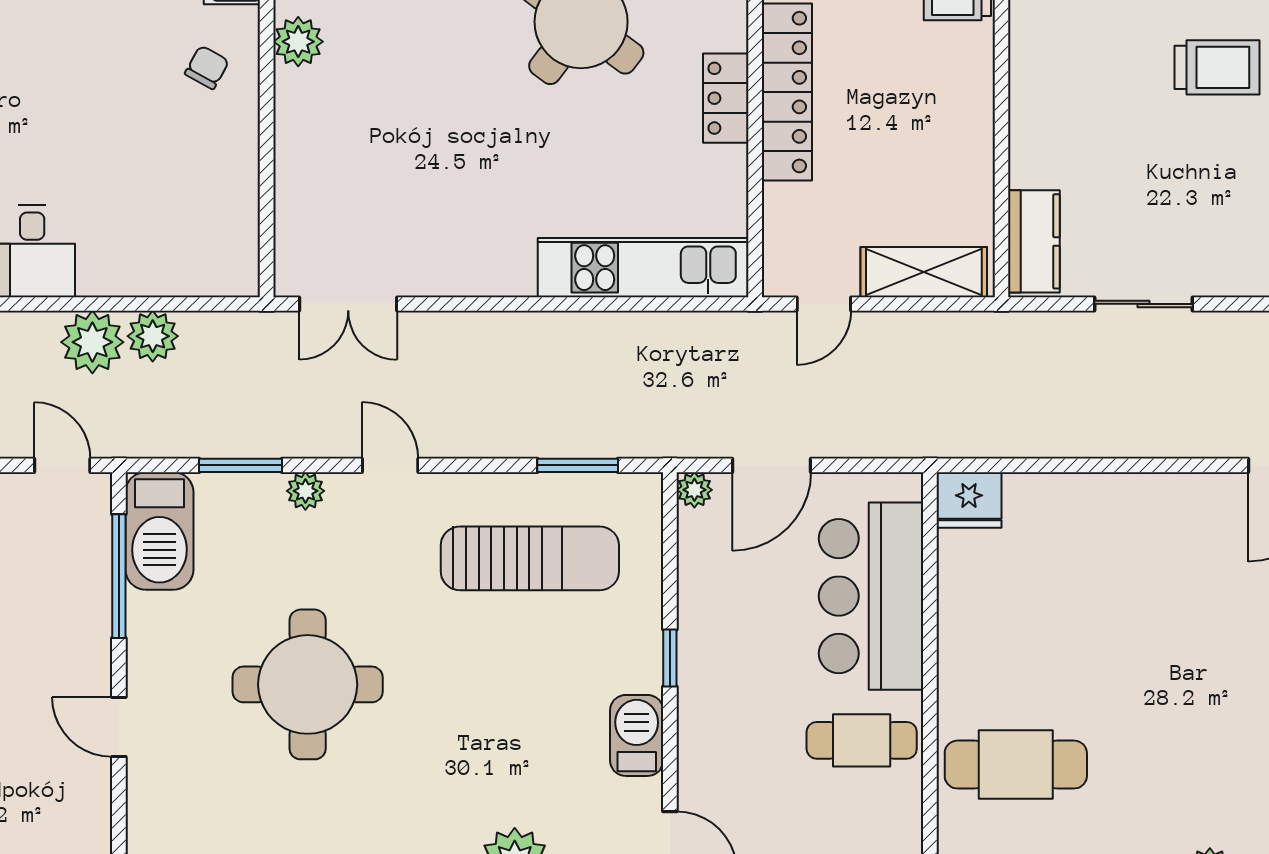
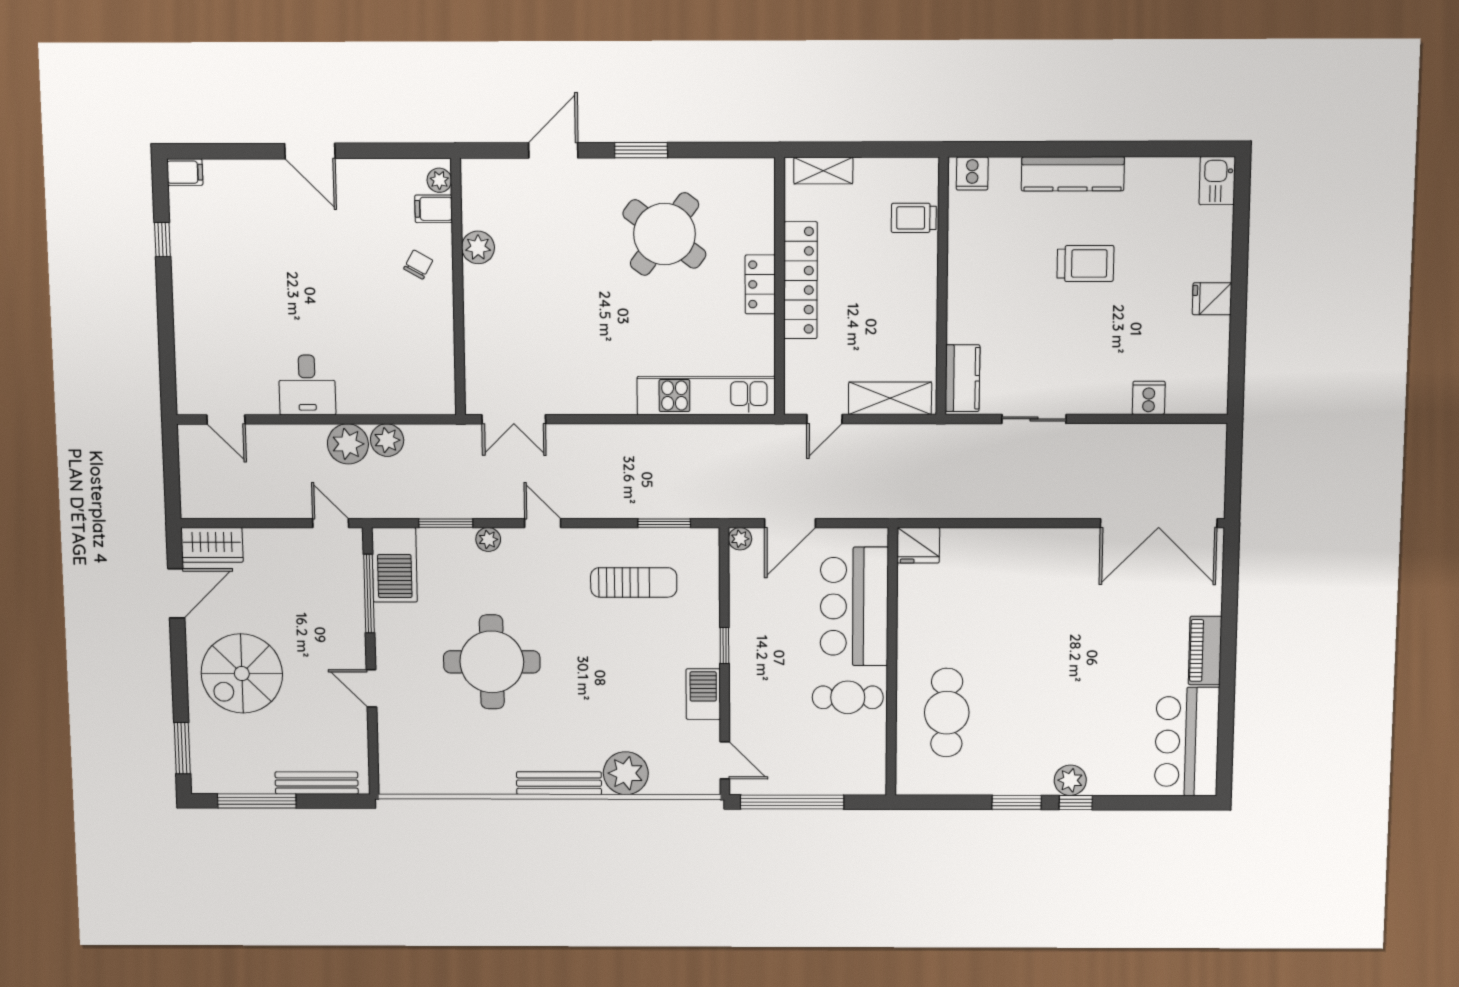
sun lounger: (530, 558) -> (634, 582), width x0.73, depth x0.75
cafe table: (1016, 765) -> (947, 713), turned 90

